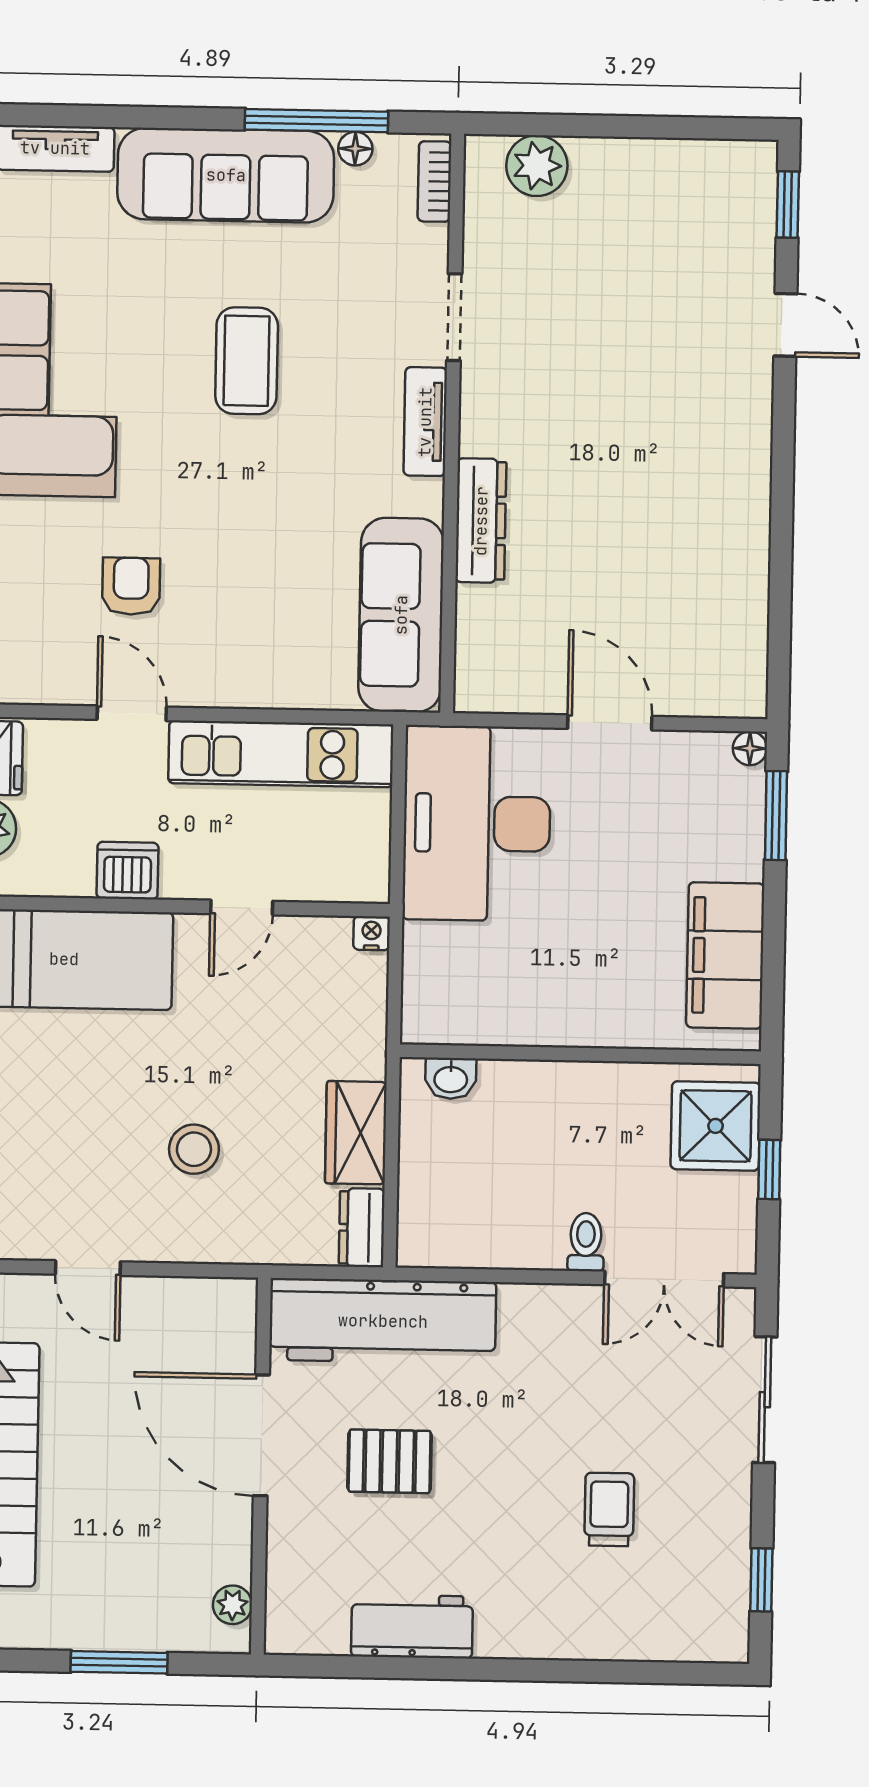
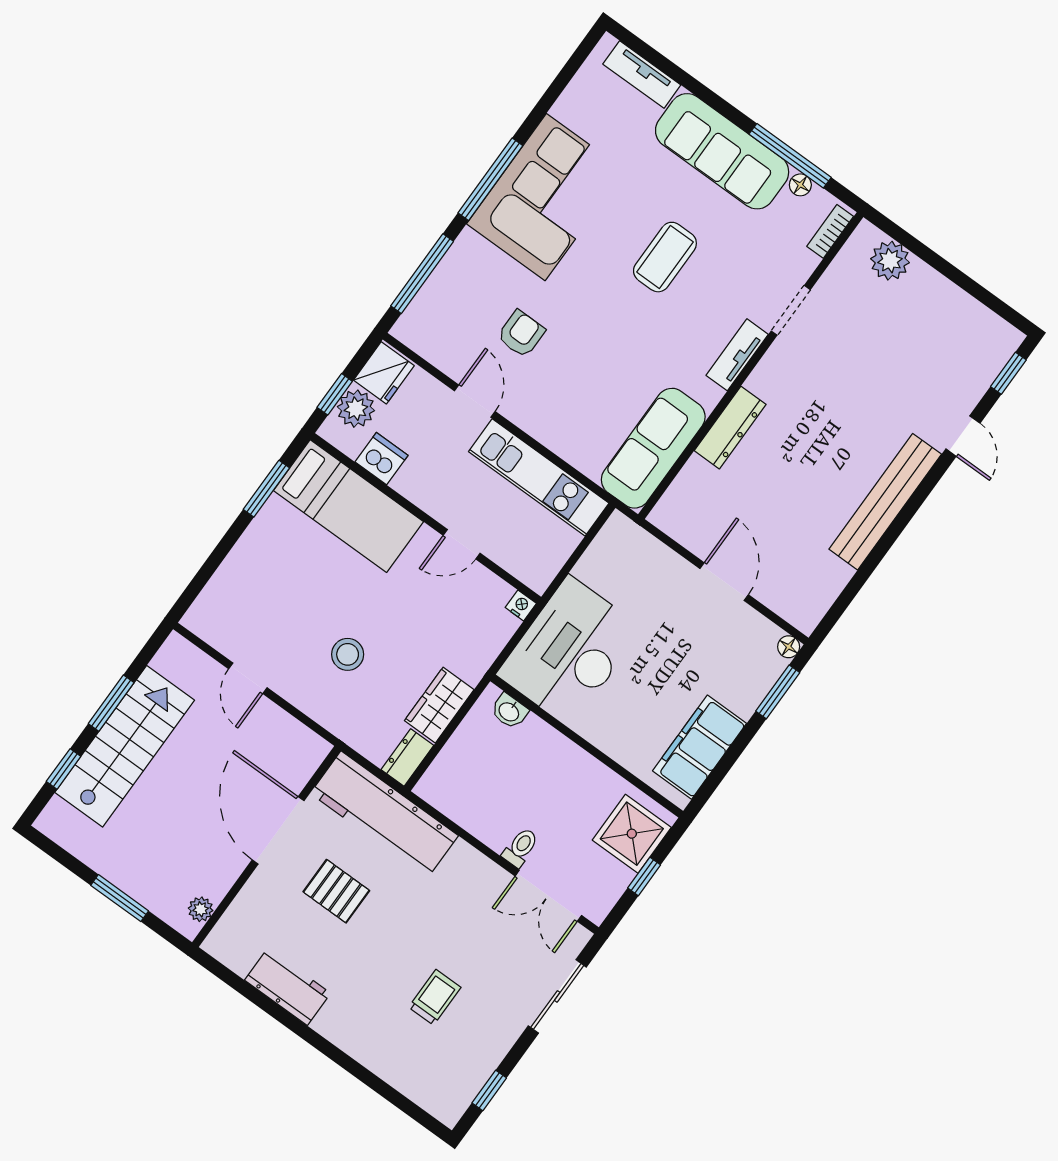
bench: (744, 478) -> (885, 502), added
desk: (477, 823) -> (570, 651), moved
dishwasher: (128, 871) -> (381, 459), moved

